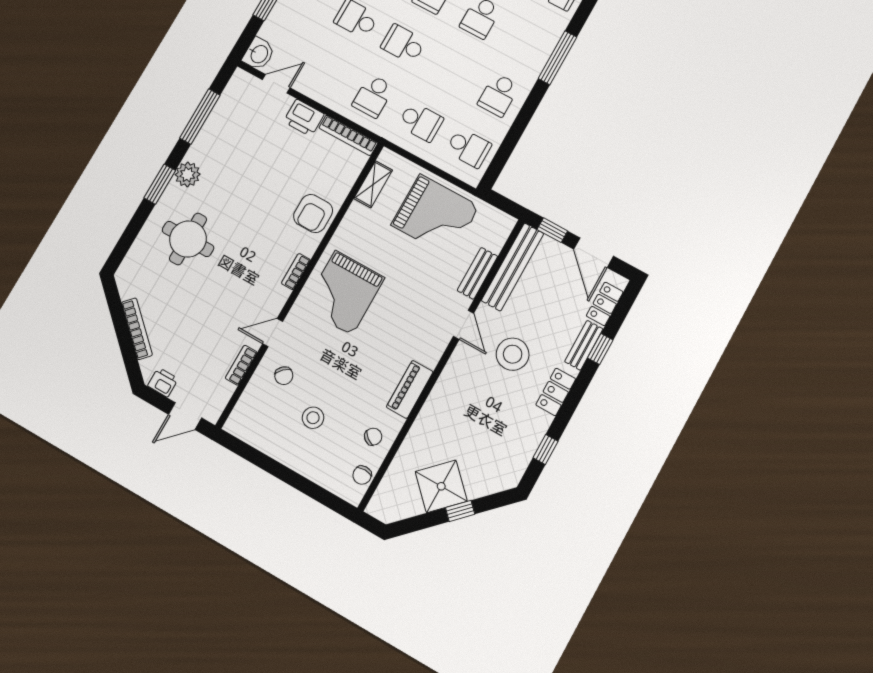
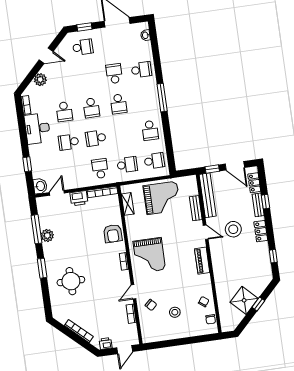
school desk: (373, 96) -> (100, 169), turned 180
plant: (188, 174) -> (47, 235), moved
piano: (410, 389) -> (202, 261), moved

